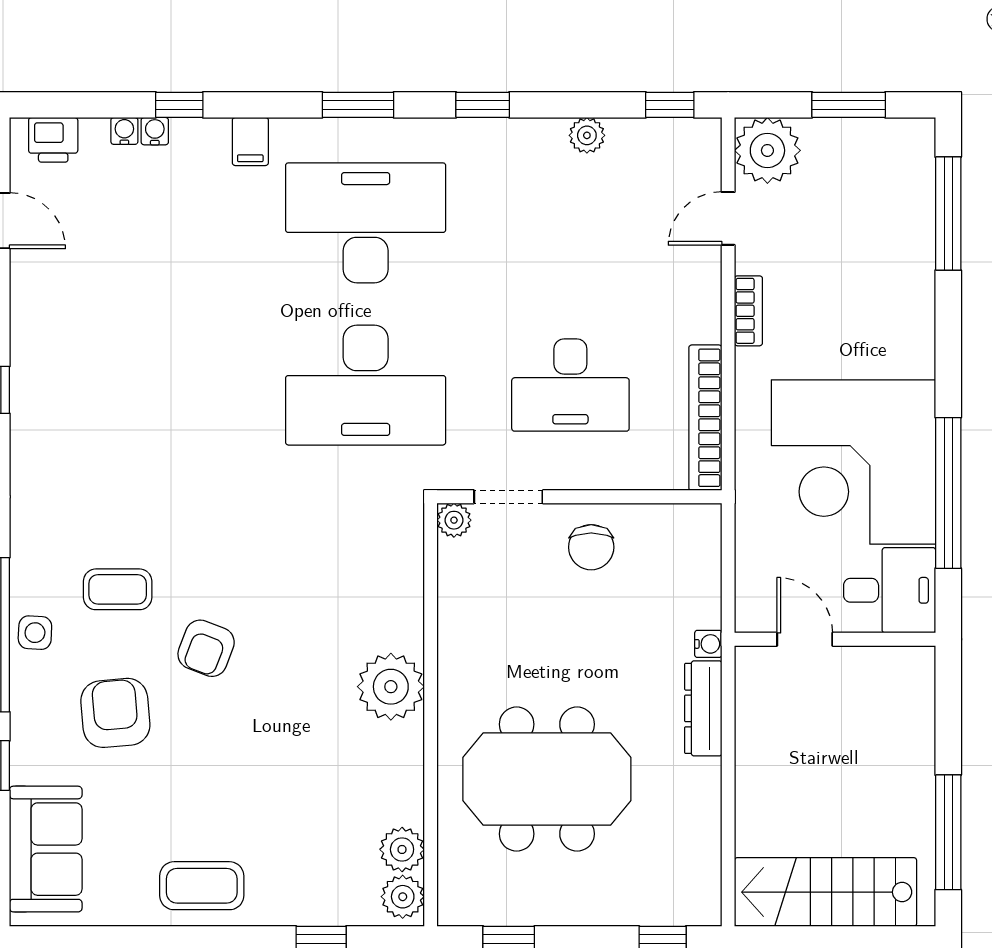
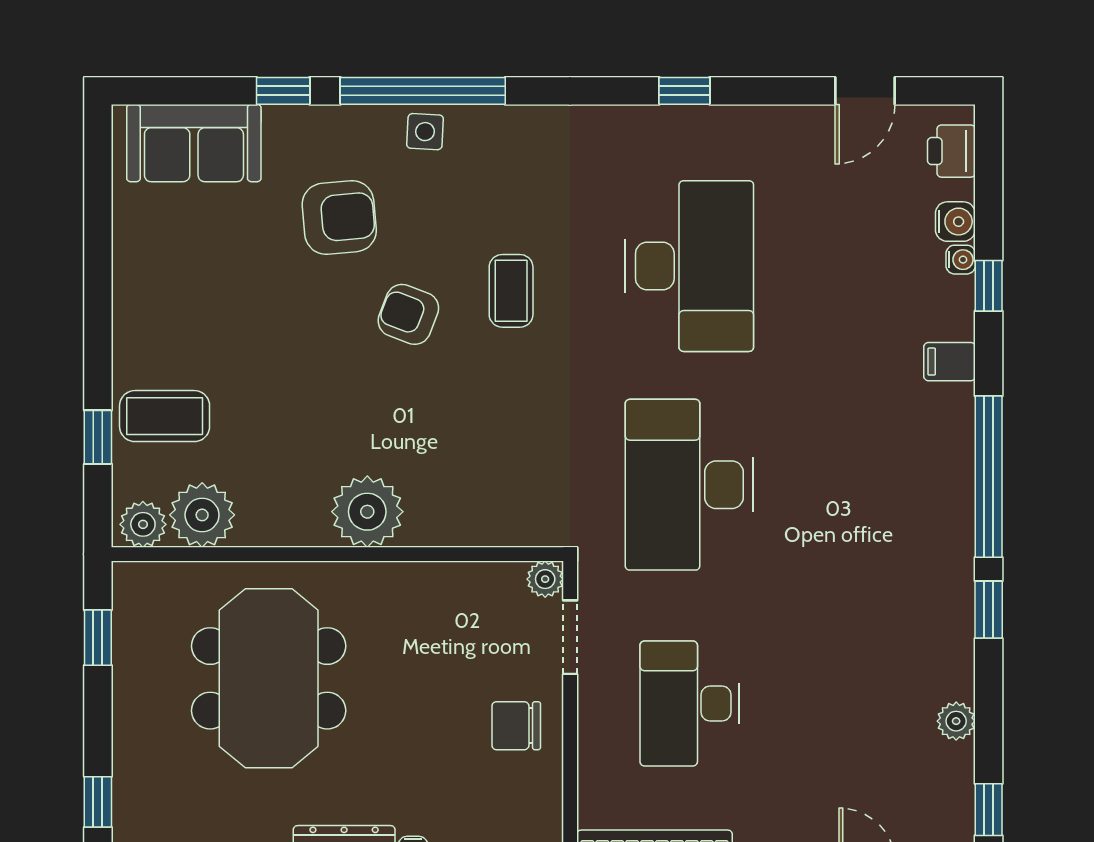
window: (358, 105) -> (989, 477), width x2.11
water cooler: (124, 131) -> (955, 222), width x1.38, depth x1.38
desk: (366, 223) -> (689, 266), moved
coffee table: (118, 589) -> (511, 291), moved
plant: (402, 849) -> (202, 515), width x1.36, depth x1.36
coffee table: (202, 886) -> (165, 416), moved, turned 90

